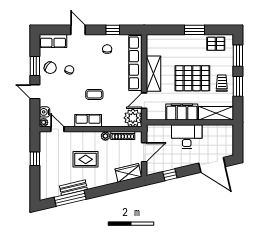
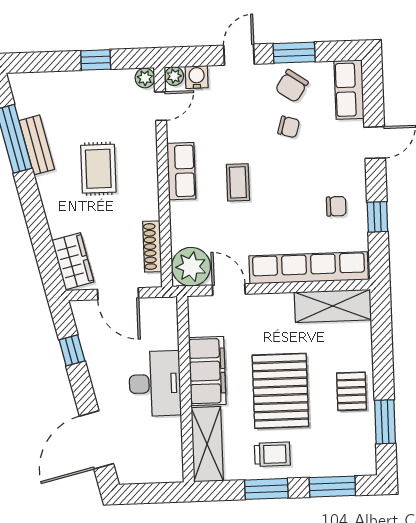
window: (195, 30) -> (385, 422), moved
pallet: (216, 44) -> (351, 391), moved
shelving: (154, 74) -> (333, 306), moved
plant: (105, 136) -> (145, 78), moved

